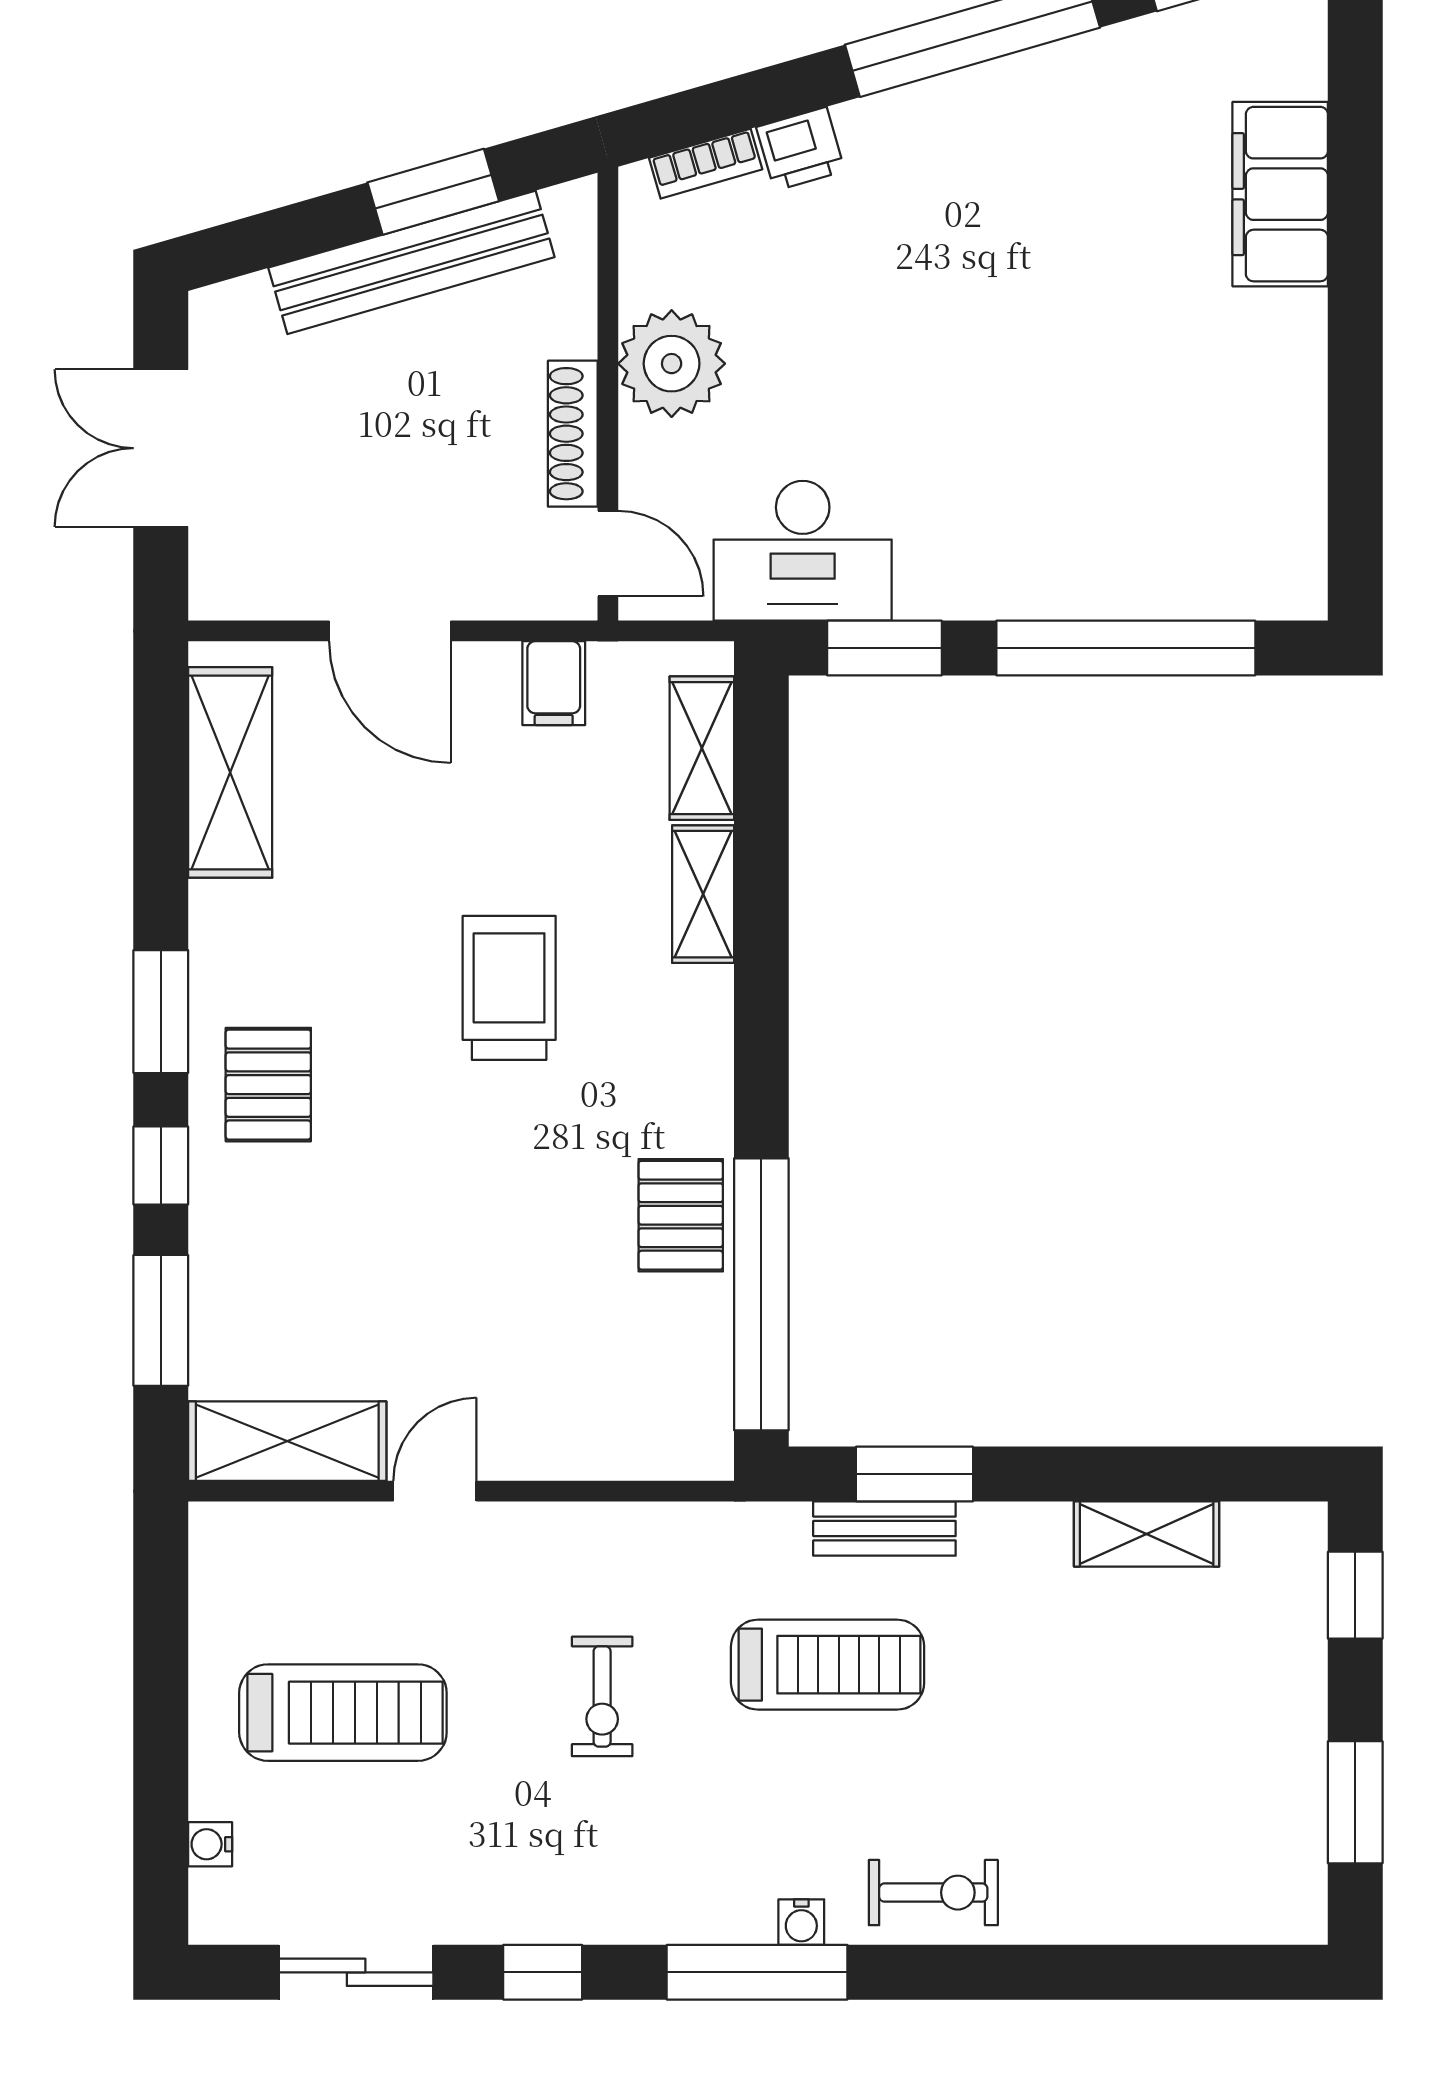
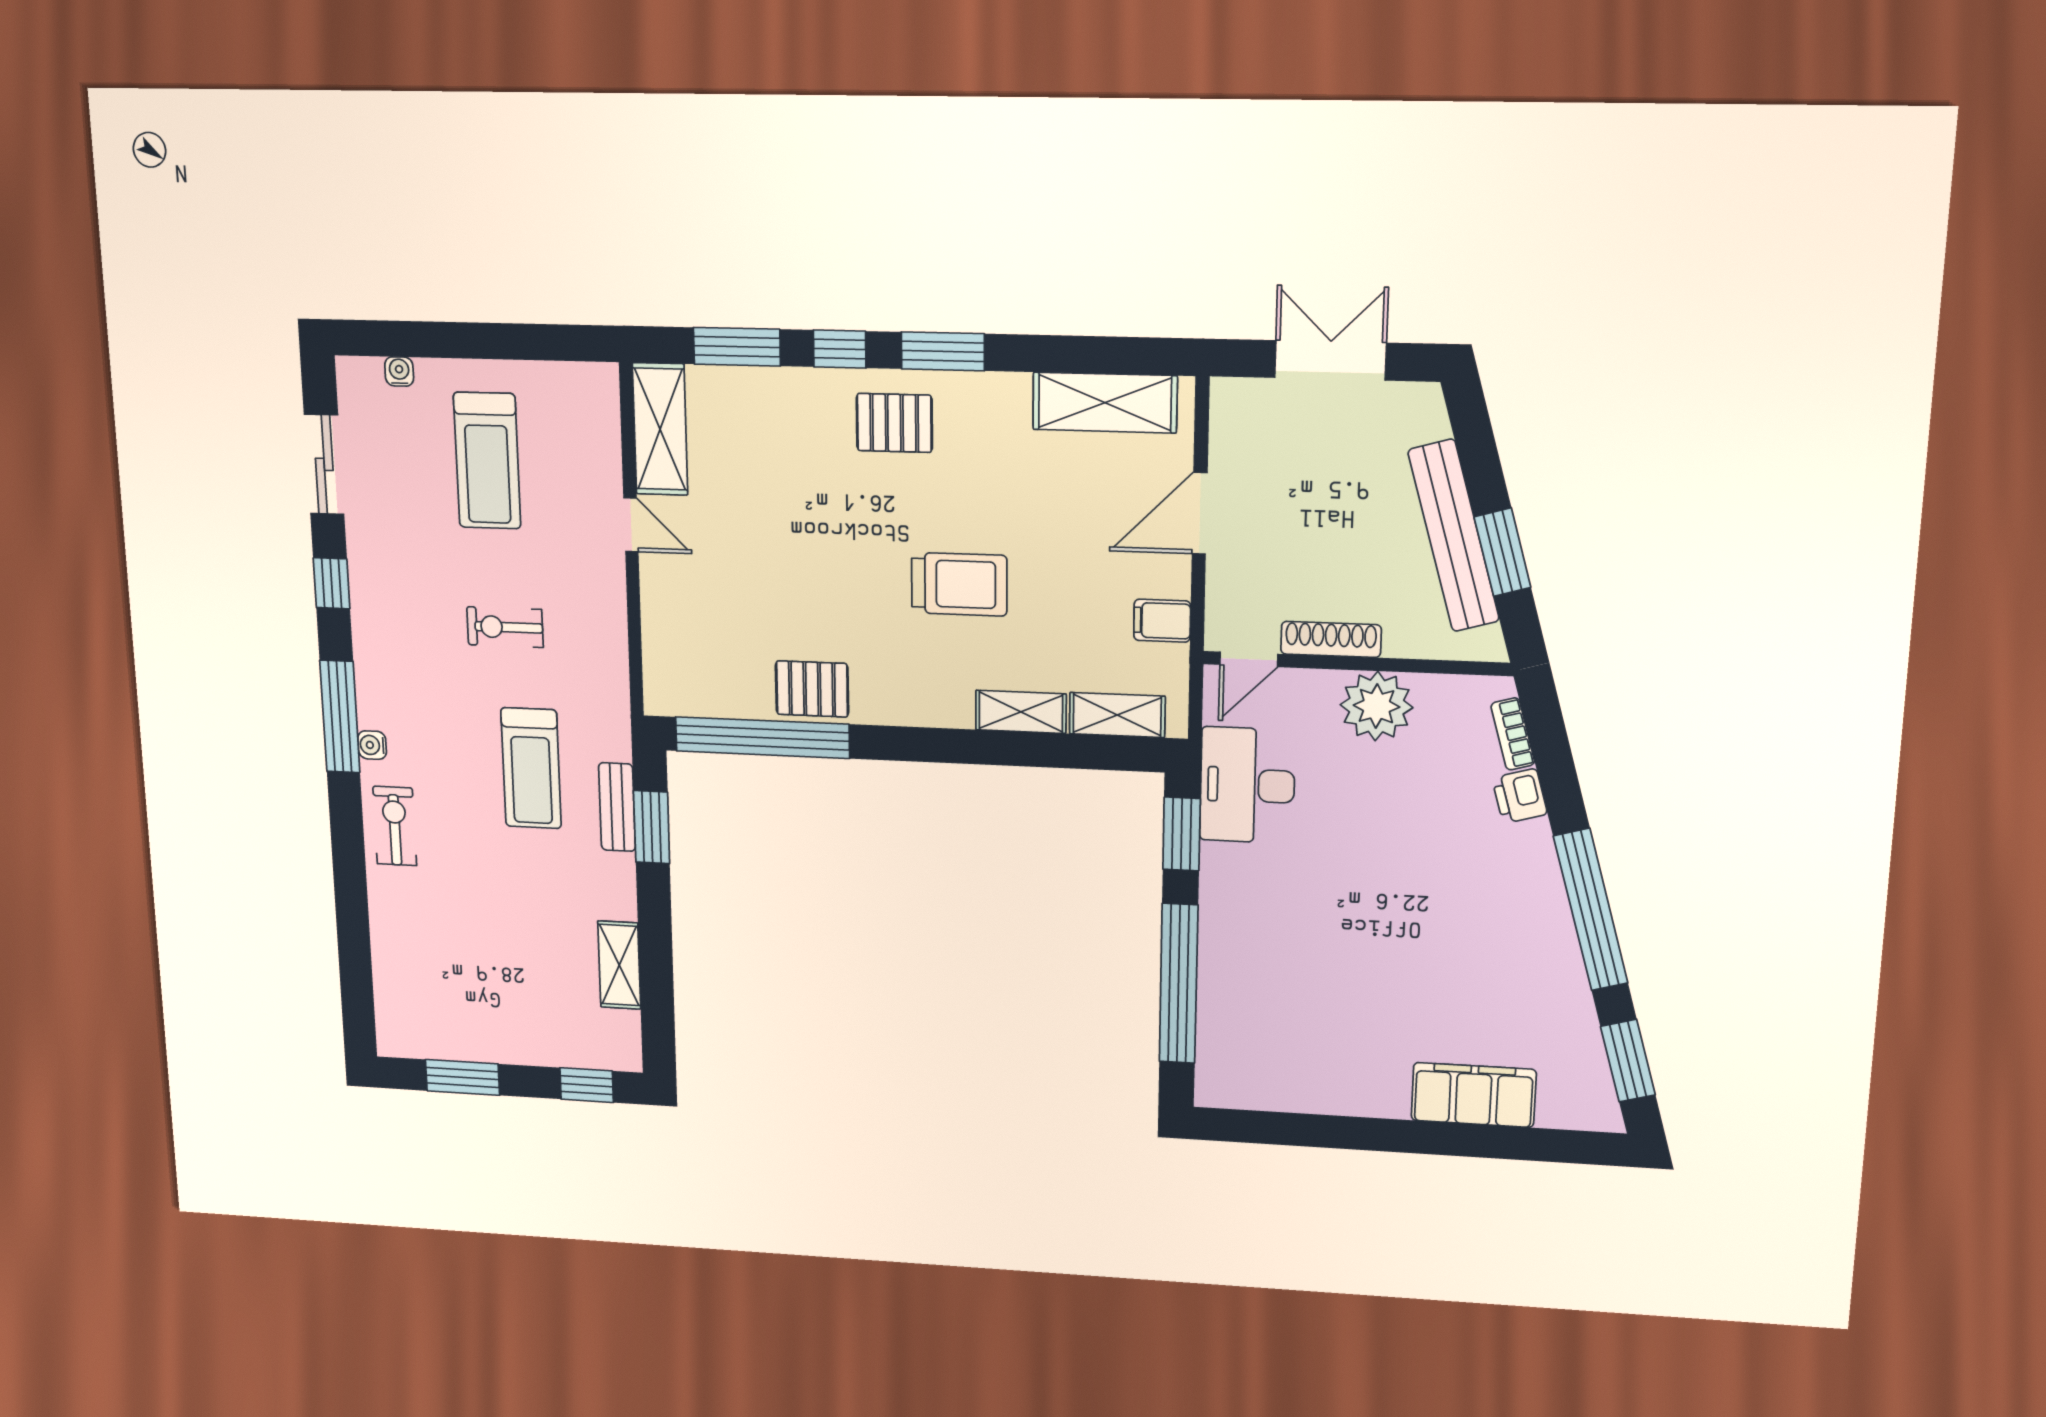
exercise bike: (933, 1893) -> (395, 826), turned 180

